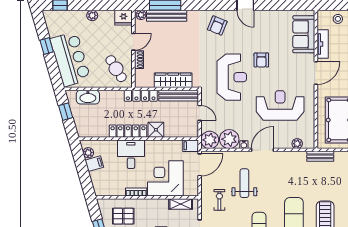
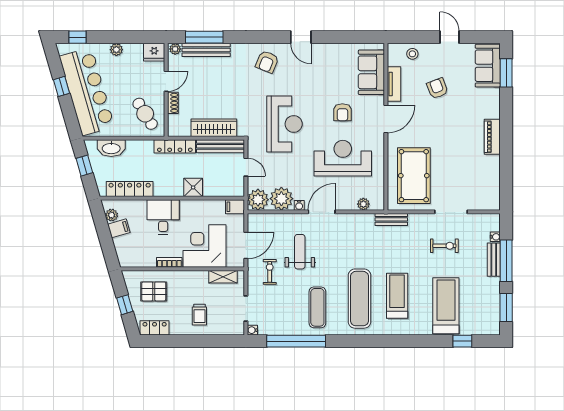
bar counter: (70, 59) -> (87, 91), width x1.36
armchair: (261, 60) -> (342, 112), moved
locker: (128, 131) -> (130, 189), moved
door: (200, 165) -> (246, 245), moved

